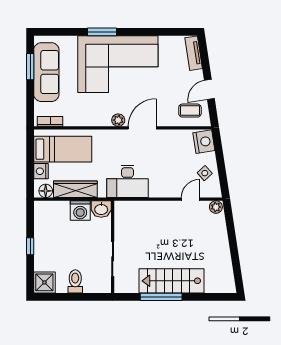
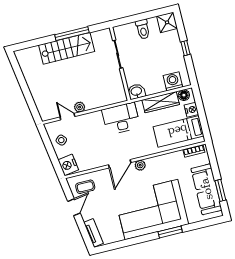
door: (191, 199) -> (67, 117), swing flipped
plant: (216, 207) -> (80, 107), moved
washing machine: (80, 211) -> (173, 81), moved

